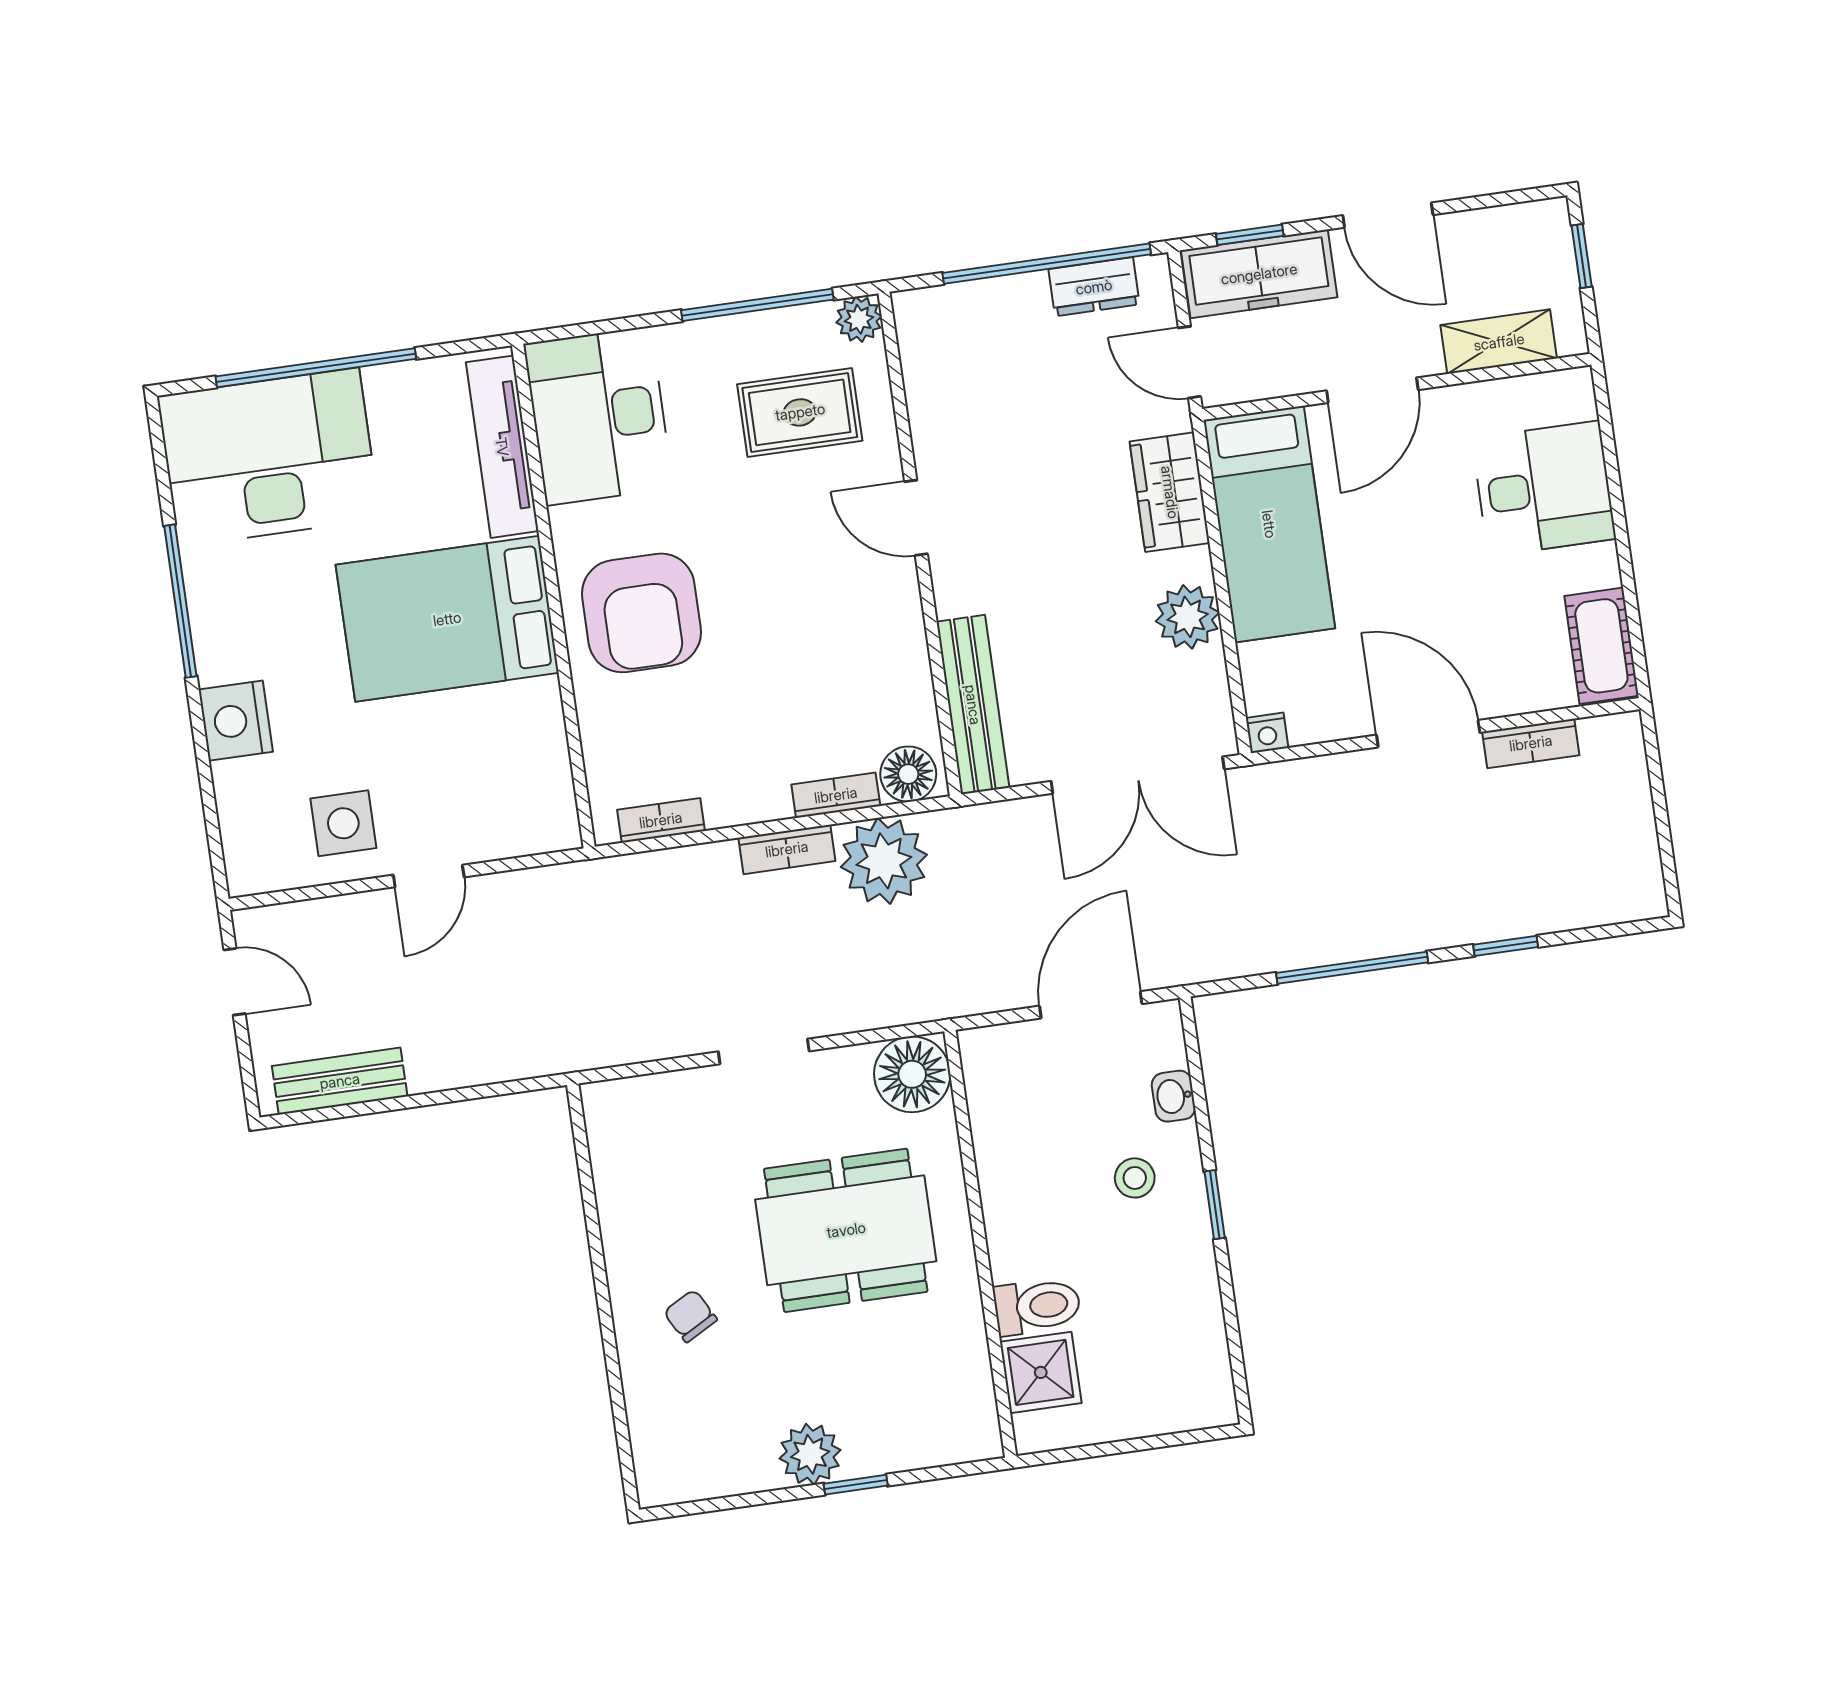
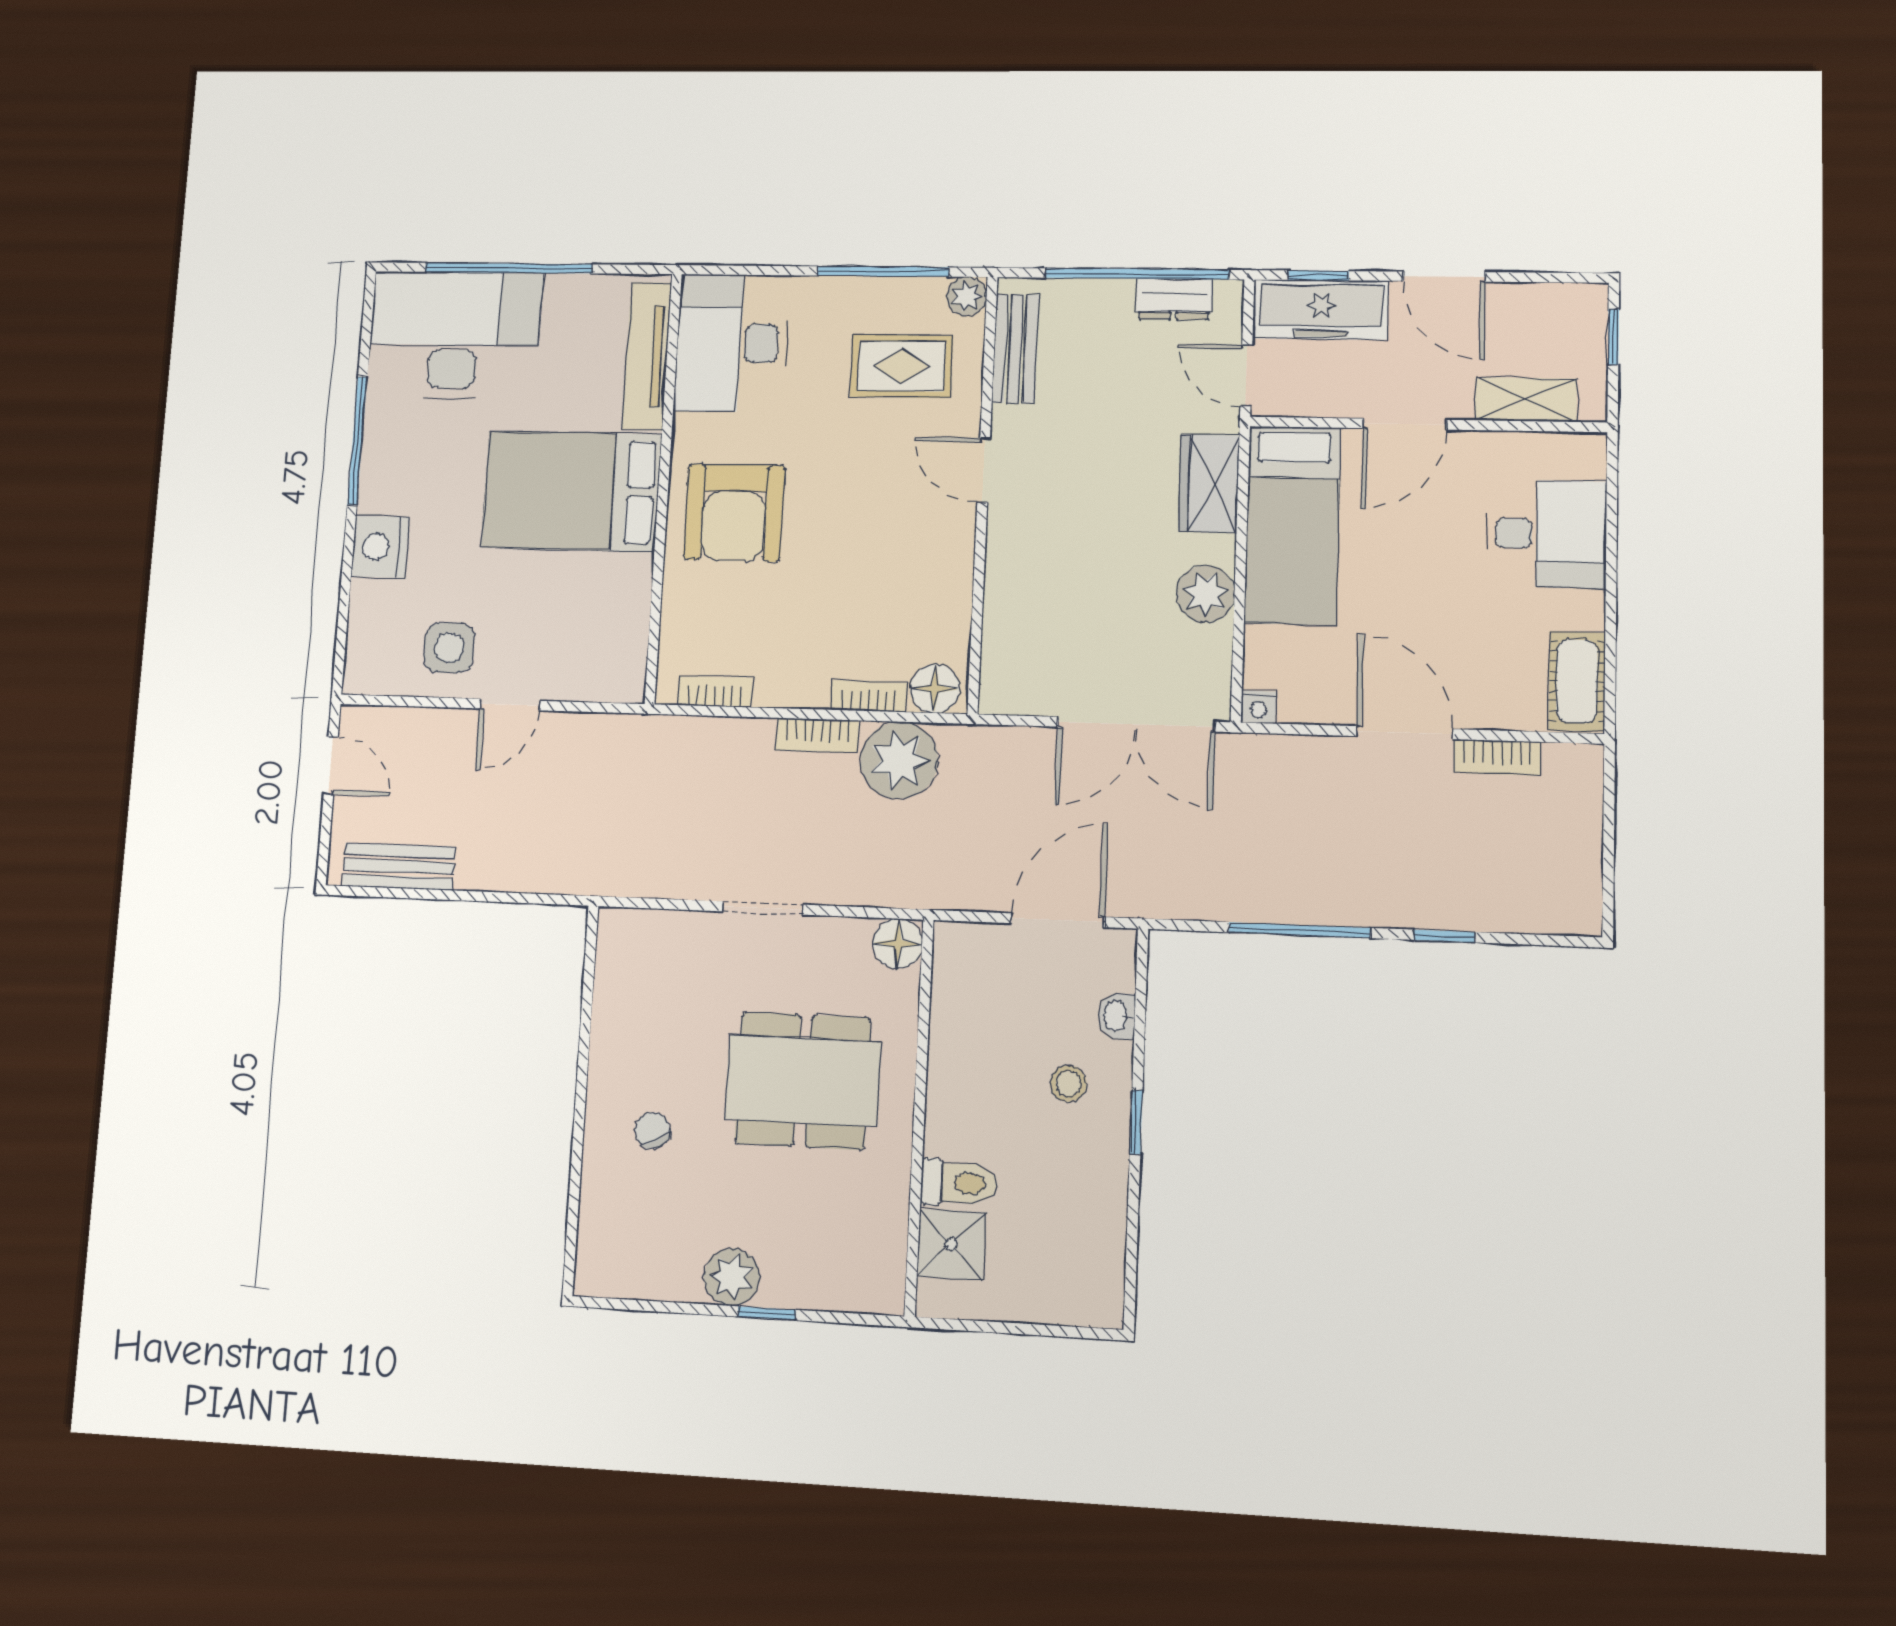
bench: (973, 705) -> (1015, 349), moved, width x0.73
floor lamp: (912, 1074) -> (898, 944), width x0.73, depth x0.73

